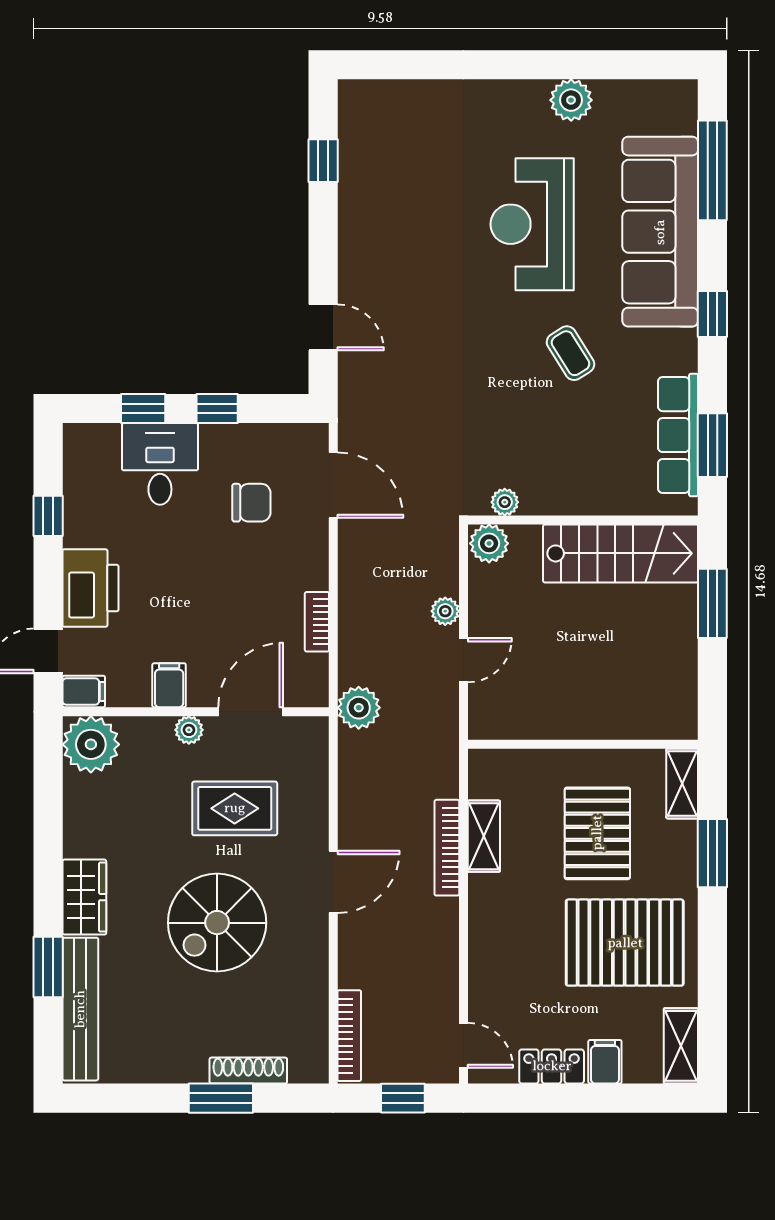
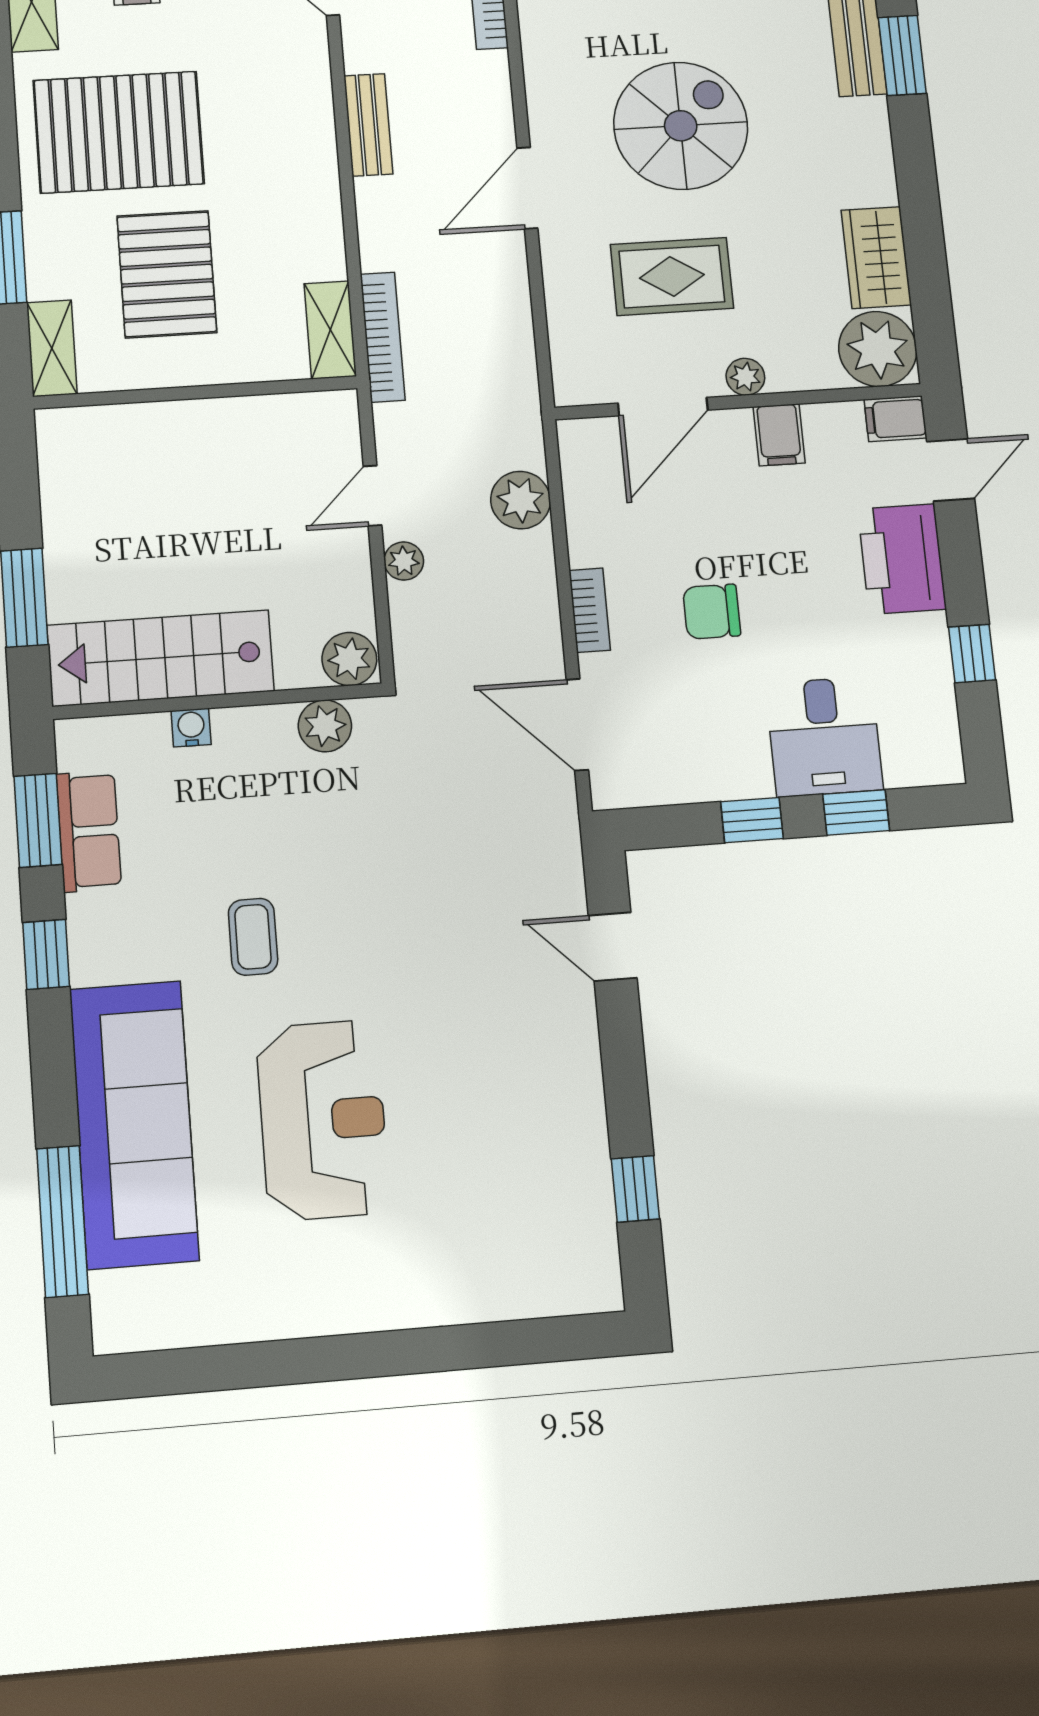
plant: (571, 100) -> (279, 1309), removed
window: (712, 314) -> (46, 954), moved
coffee table: (570, 353) -> (253, 937), turned 32
row of seats: (678, 435) -> (89, 831), width x0.68
plant: (505, 502) -> (325, 726), width x1.38, depth x1.38
chair: (251, 503) -> (712, 612), moved
water cooler: (603, 503) -> (191, 728), added
bookcase: (317, 622) -> (590, 610), moved
plant: (359, 708) -> (521, 500), moved
shelving: (484, 836) -> (330, 330), moved
bookcase: (447, 848) -> (383, 337), moved
wardrobe: (84, 897) -> (876, 258), moved
bench: (444, 937) -> (368, 125), added

